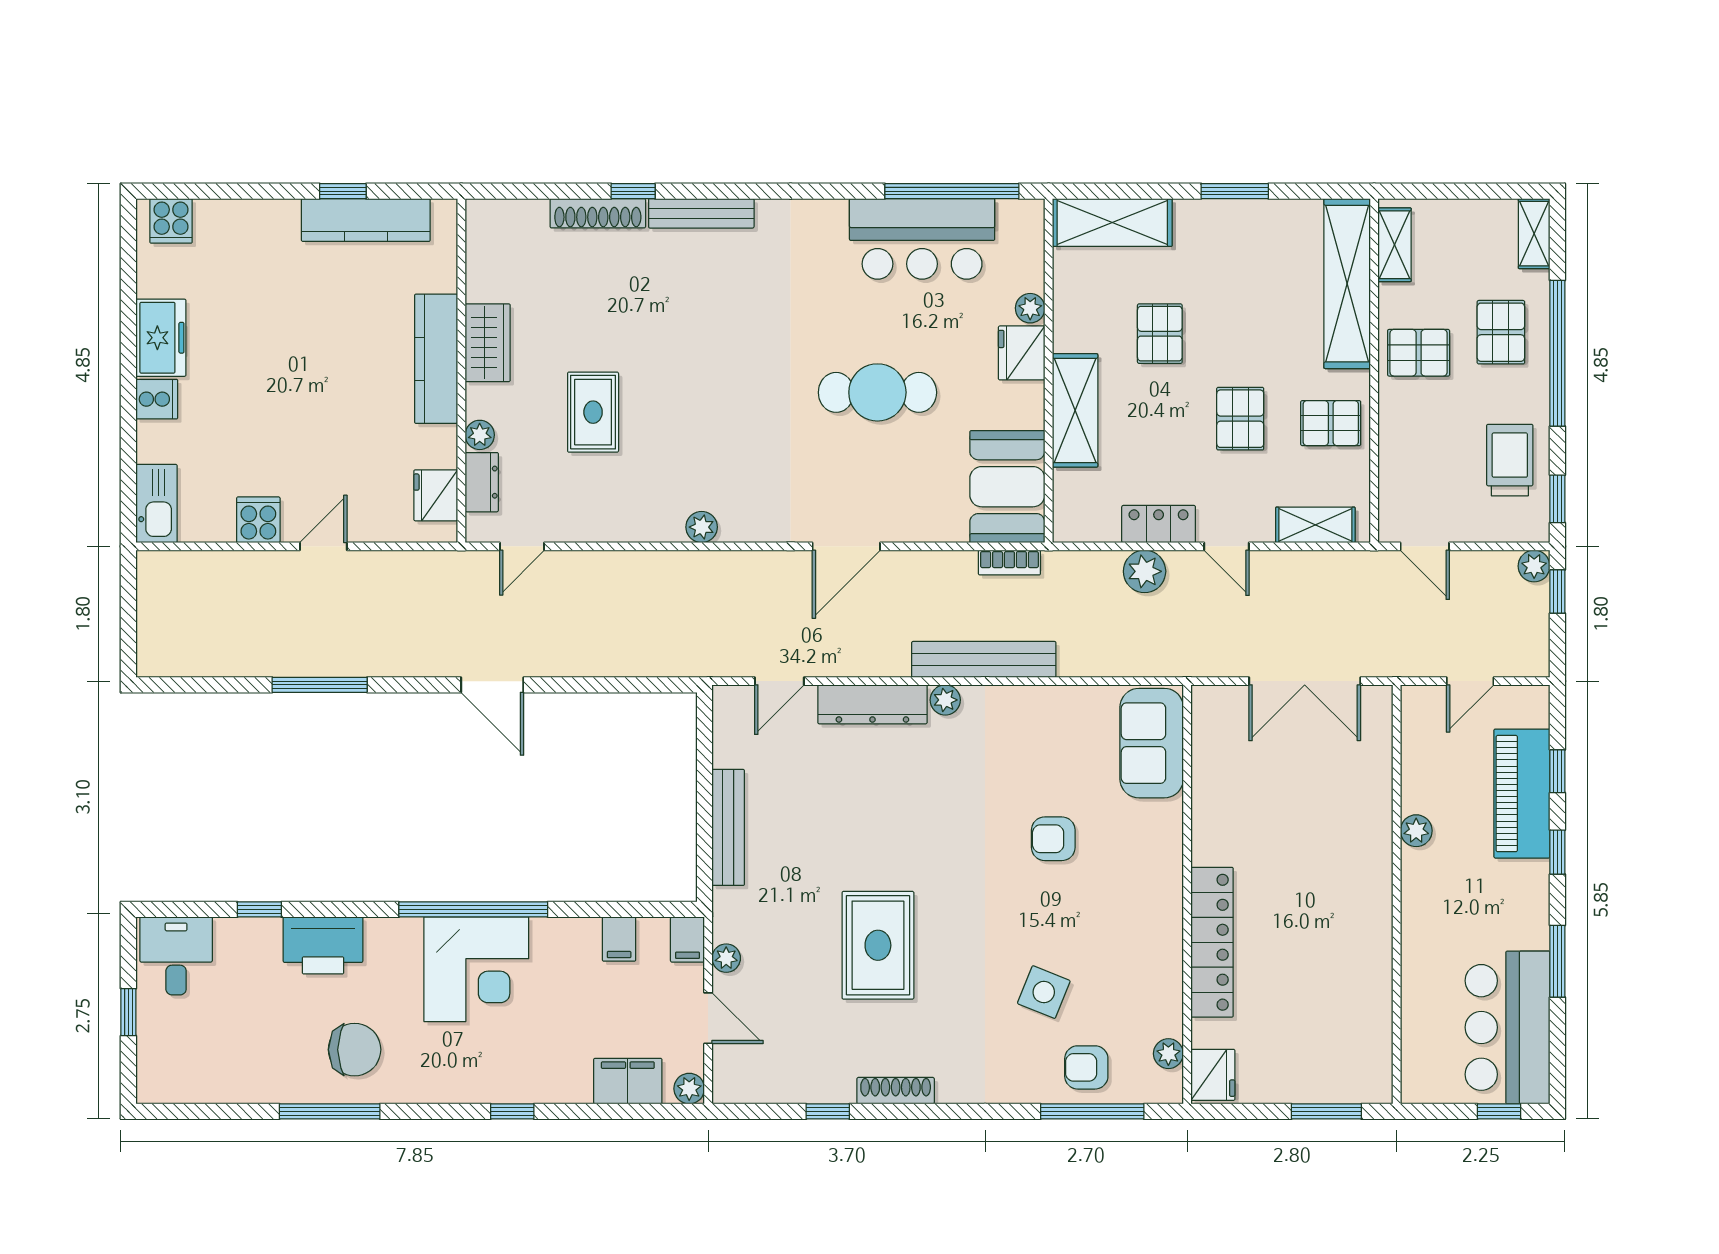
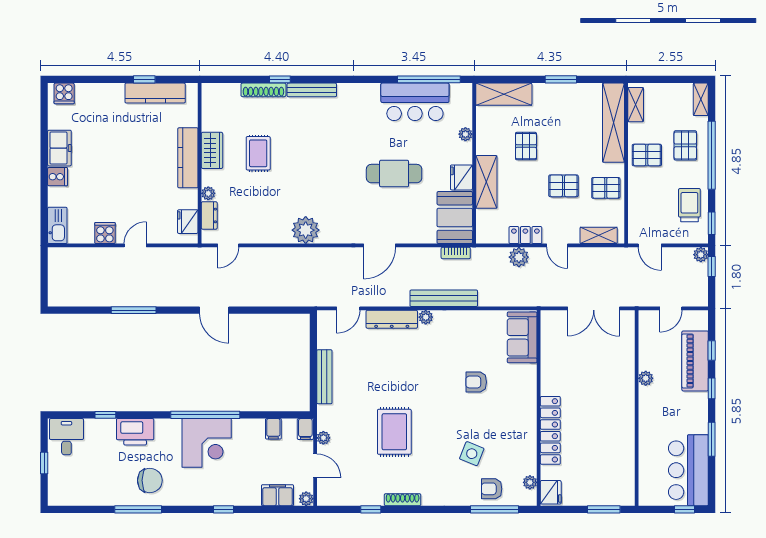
fridge: (1022, 353) -> (461, 177), moved
rug: (593, 412) -> (258, 153), moved
pallet: (1240, 419) -> (564, 186), turned 90
plant: (702, 527) -> (306, 230), width x1.88, depth x1.88

